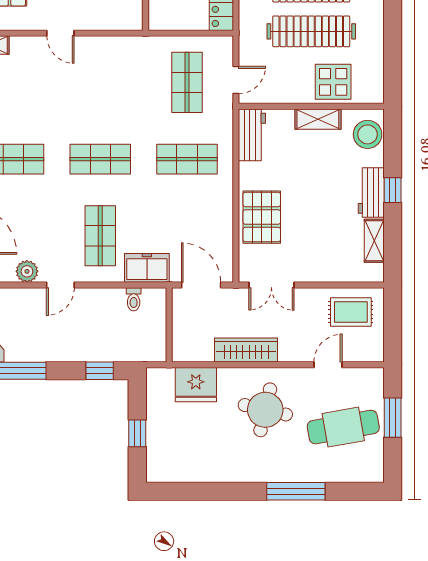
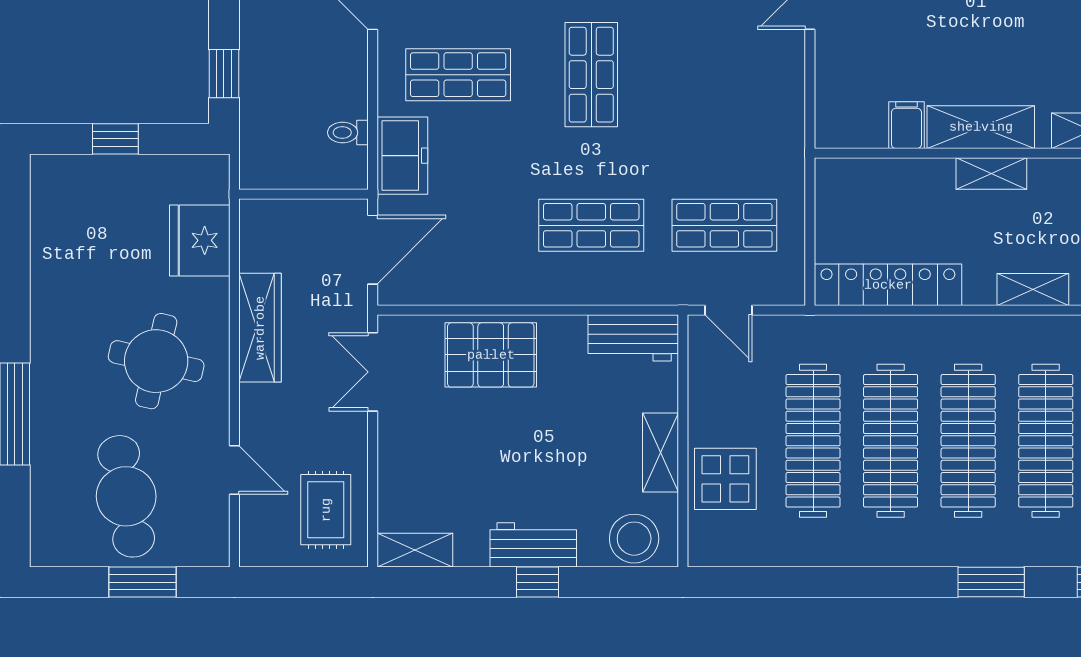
shop shelf: (187, 159) -> (591, 225), turned 90
shelving: (374, 241) -> (415, 550), moved

